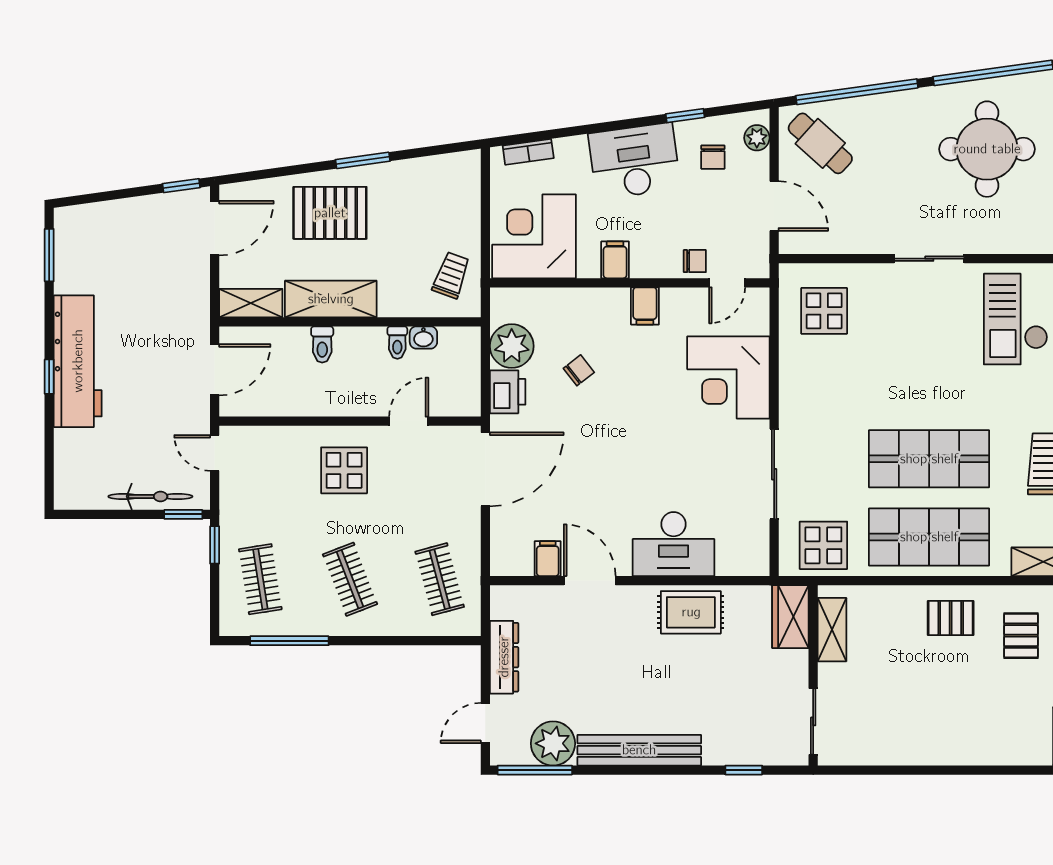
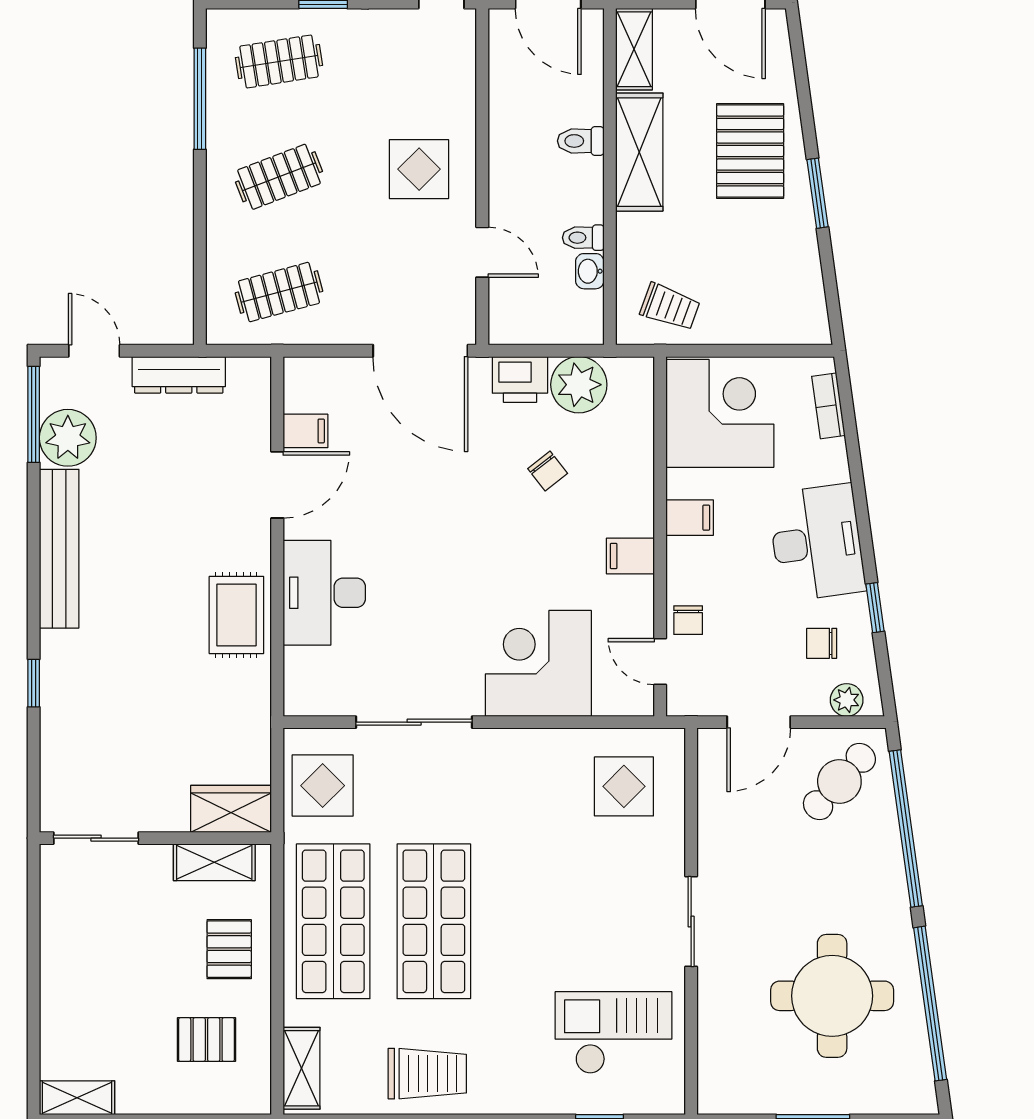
wardrobe: (790, 617) -> (231, 809), moved
shelving: (832, 630) -> (214, 862), moved
wall: (813, 675) -> (155, 838), moved
sliding door: (813, 721) -> (96, 838), moved

